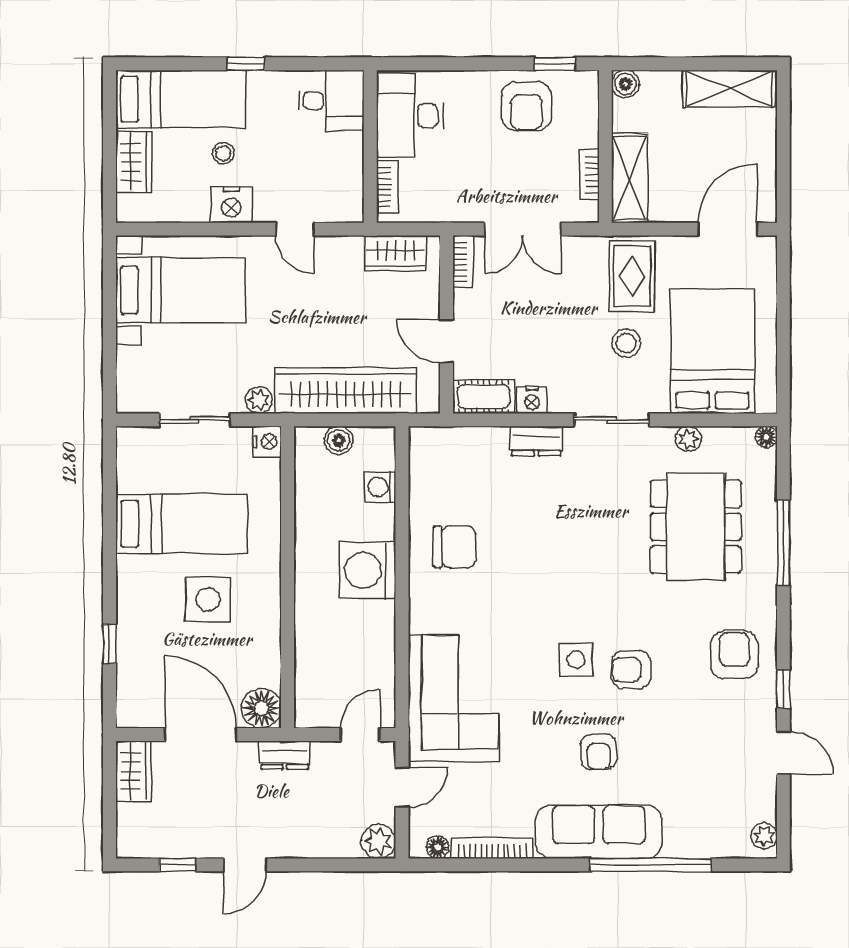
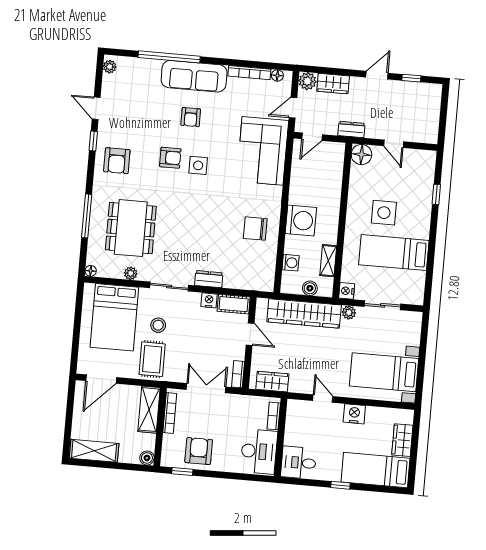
stool: (223, 153) -> (356, 441), removed
bookcase: (589, 175) -> (170, 413), width x1.56
shelving: (308, 497) -> (328, 261), added
door: (201, 735) -> (394, 144), width x0.53
armchair: (598, 752) -> (191, 117), turned 180
wardrobe: (133, 771) -> (333, 84), moved, turned -90

